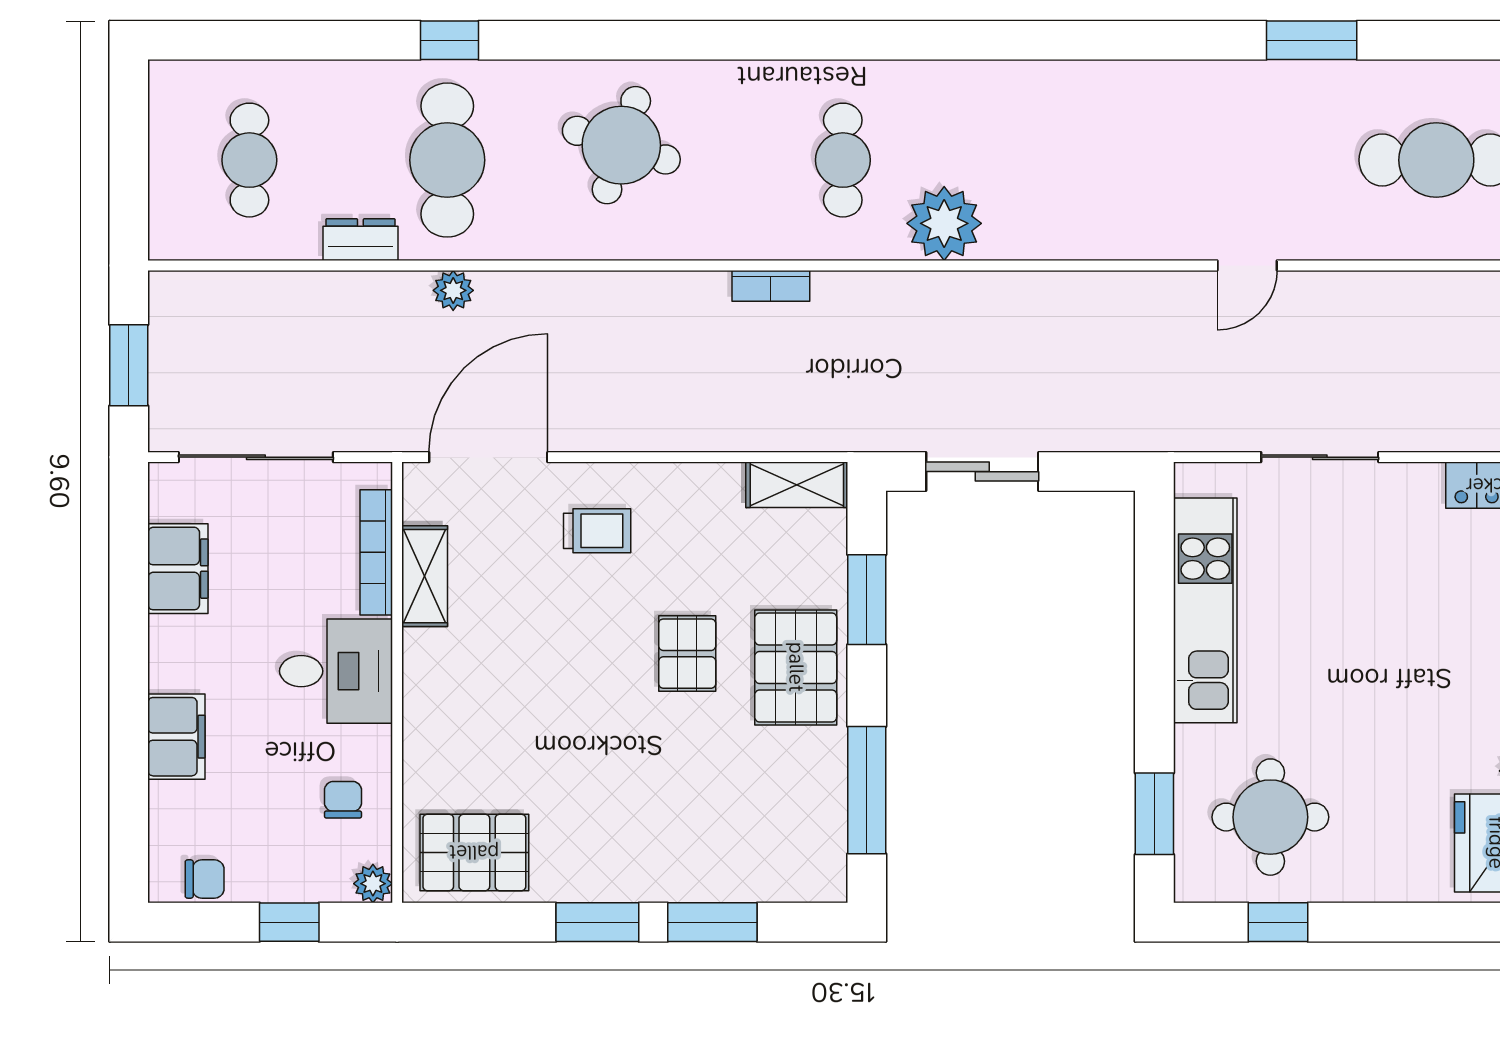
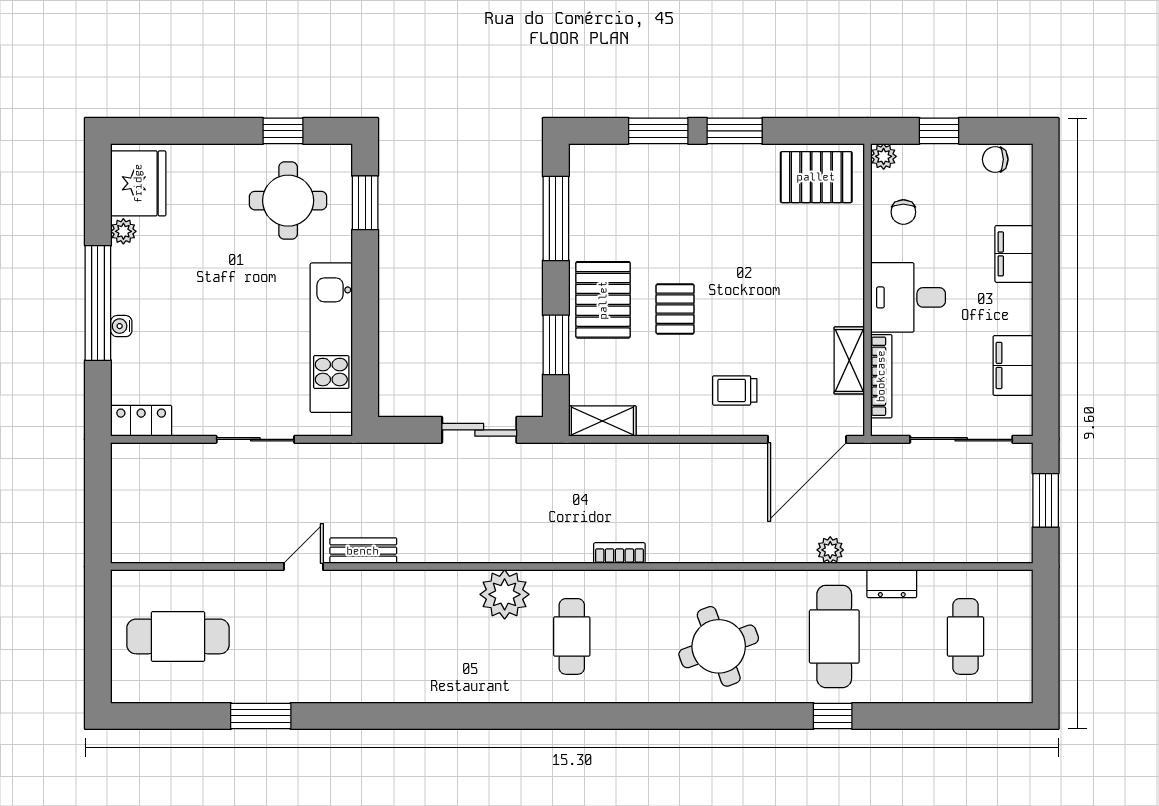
round table: (621, 145) -> (719, 646), turned -38
bench: (1157, 290) -> (363, 551), added

